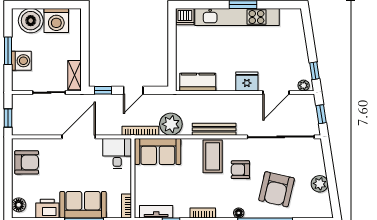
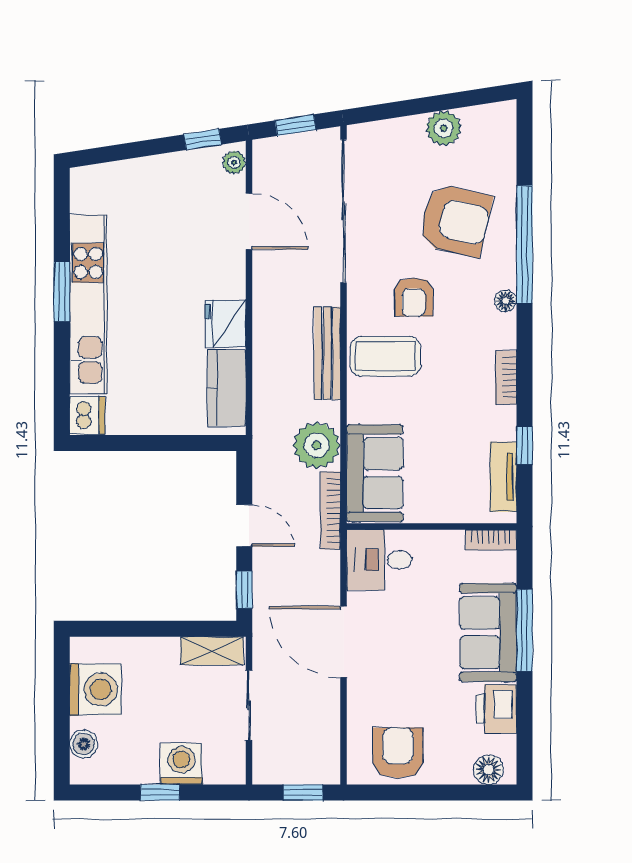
boiler: (31, 21) -> (84, 744), width x0.54, depth x0.54
window: (8, 51) -> (160, 792), width x0.67
fridge: (247, 81) -> (226, 324), moved

